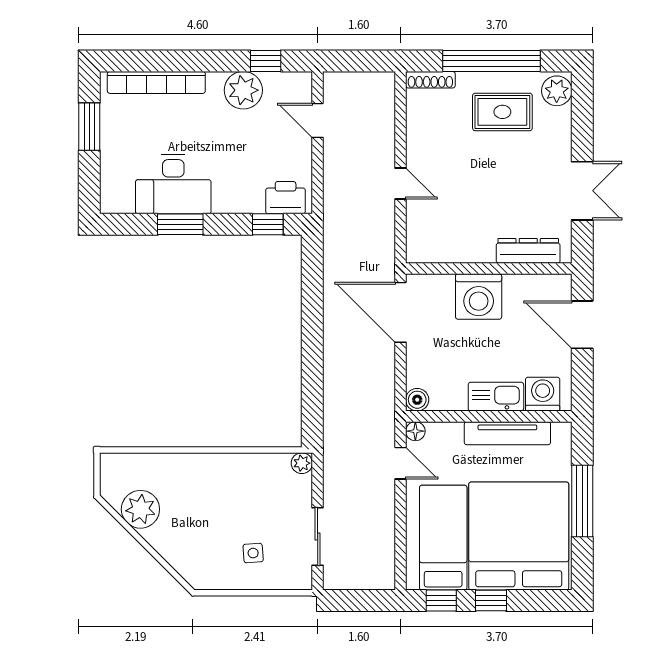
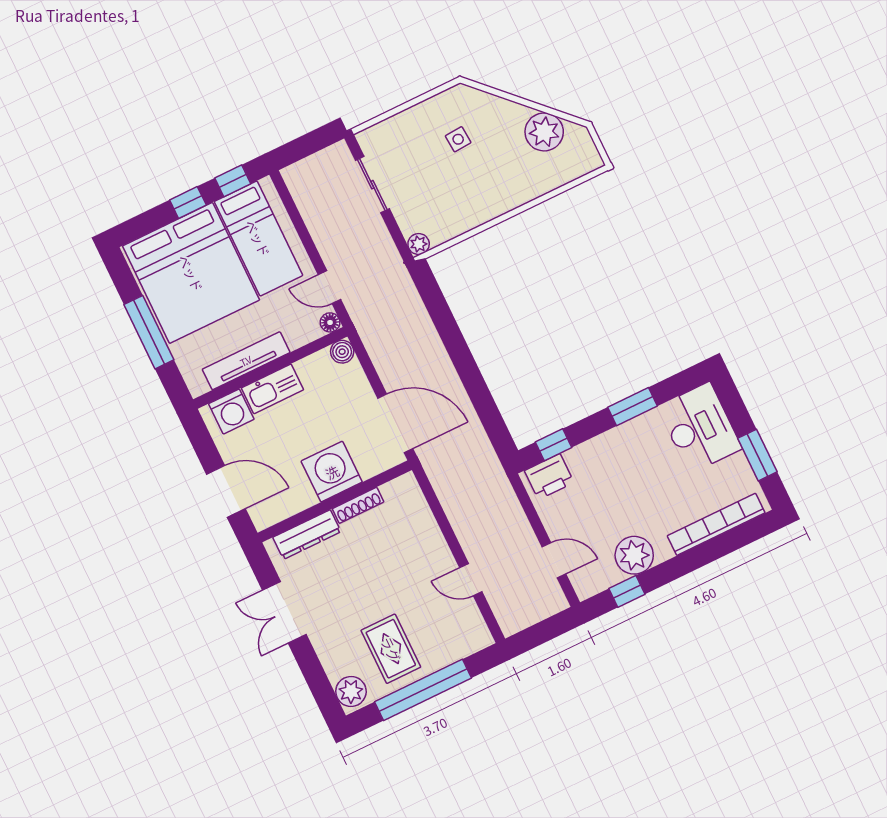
shoe rack: (430, 80) -> (358, 505), moved, turned 180
rug: (502, 112) -> (391, 649), turned 90
desk: (173, 184) -> (700, 428), moved, turned 90
door: (401, 184) -> (471, 580), moved
side table: (253, 553) -> (458, 139), moved

